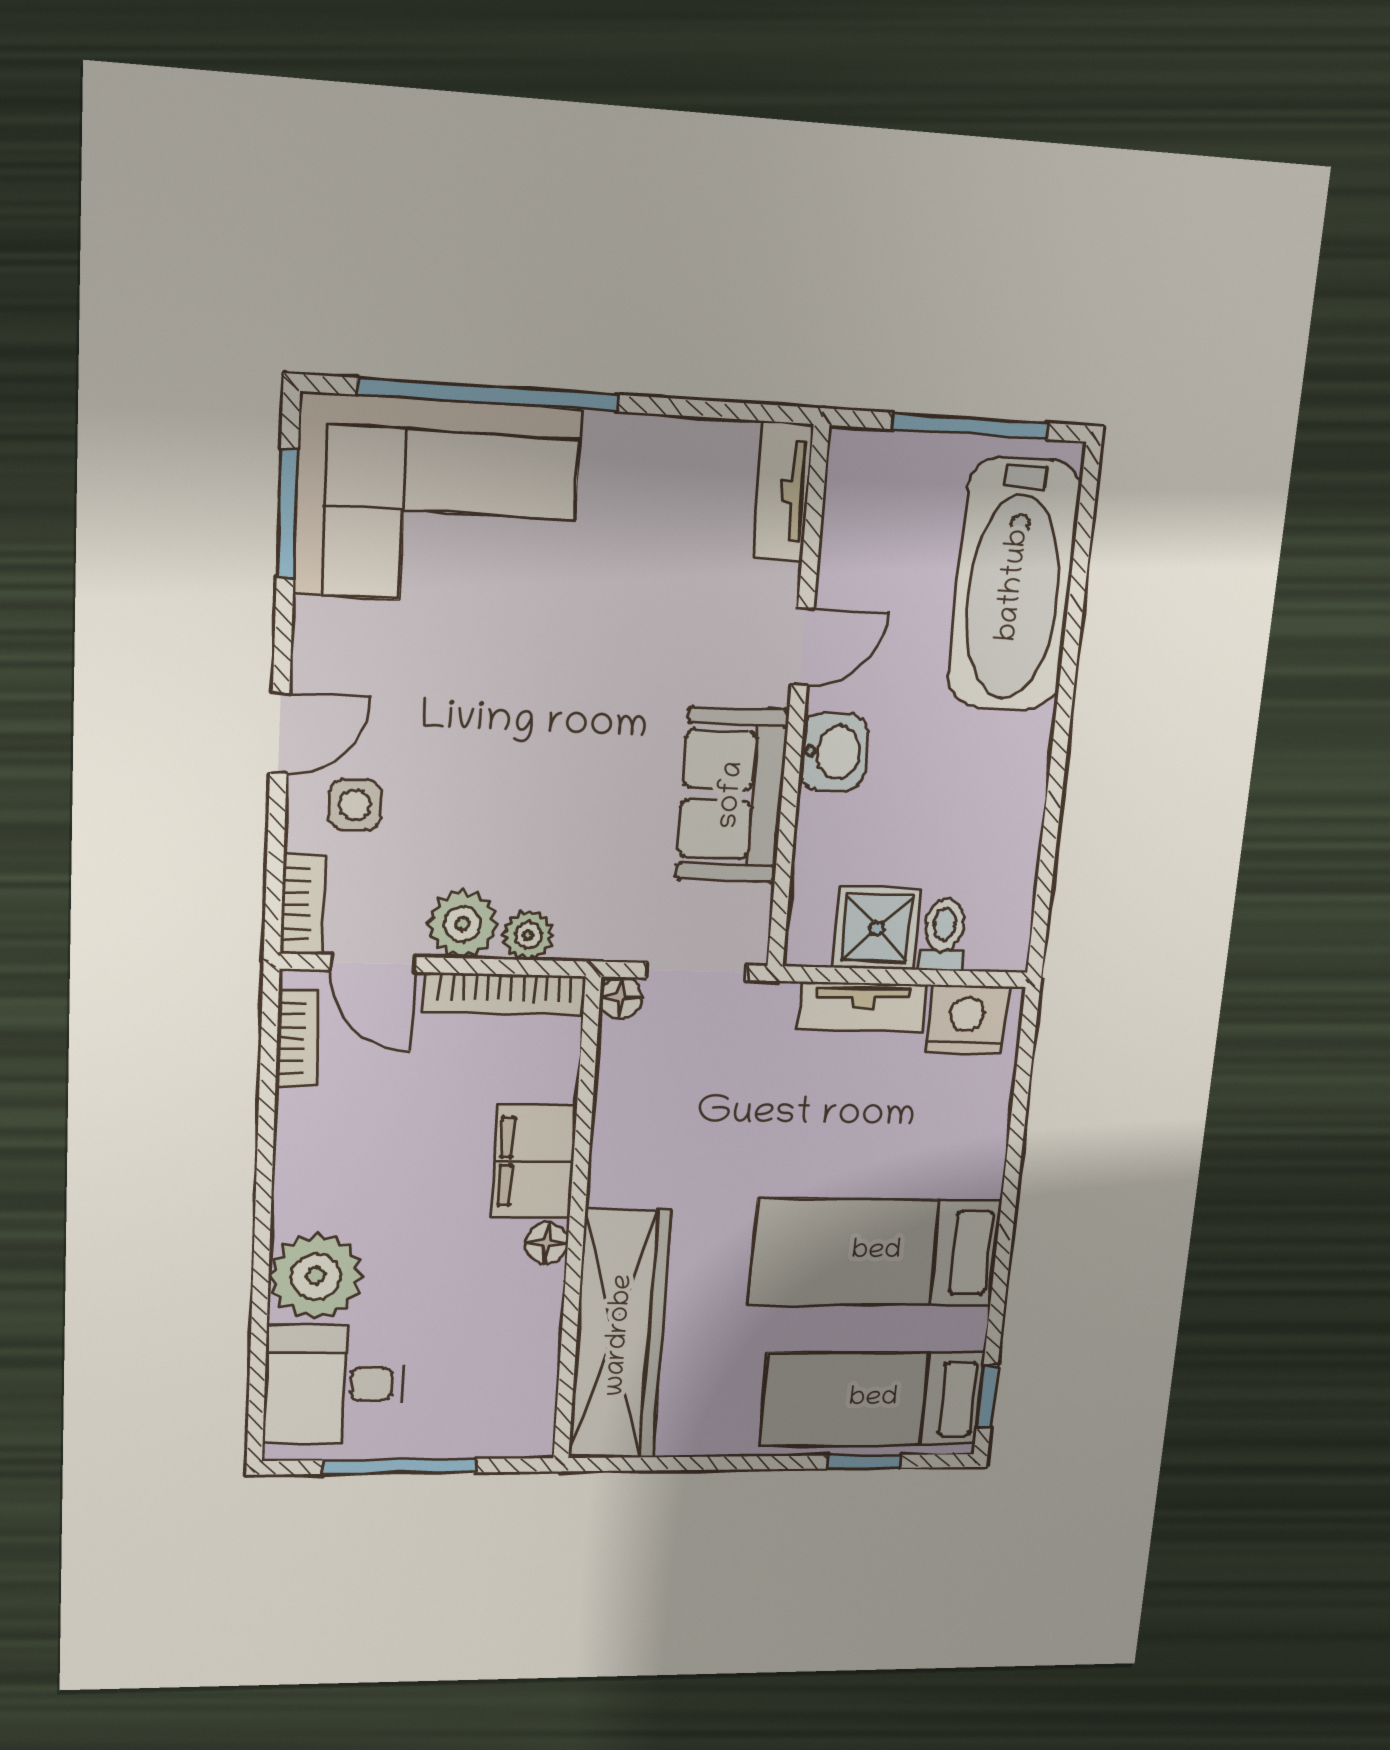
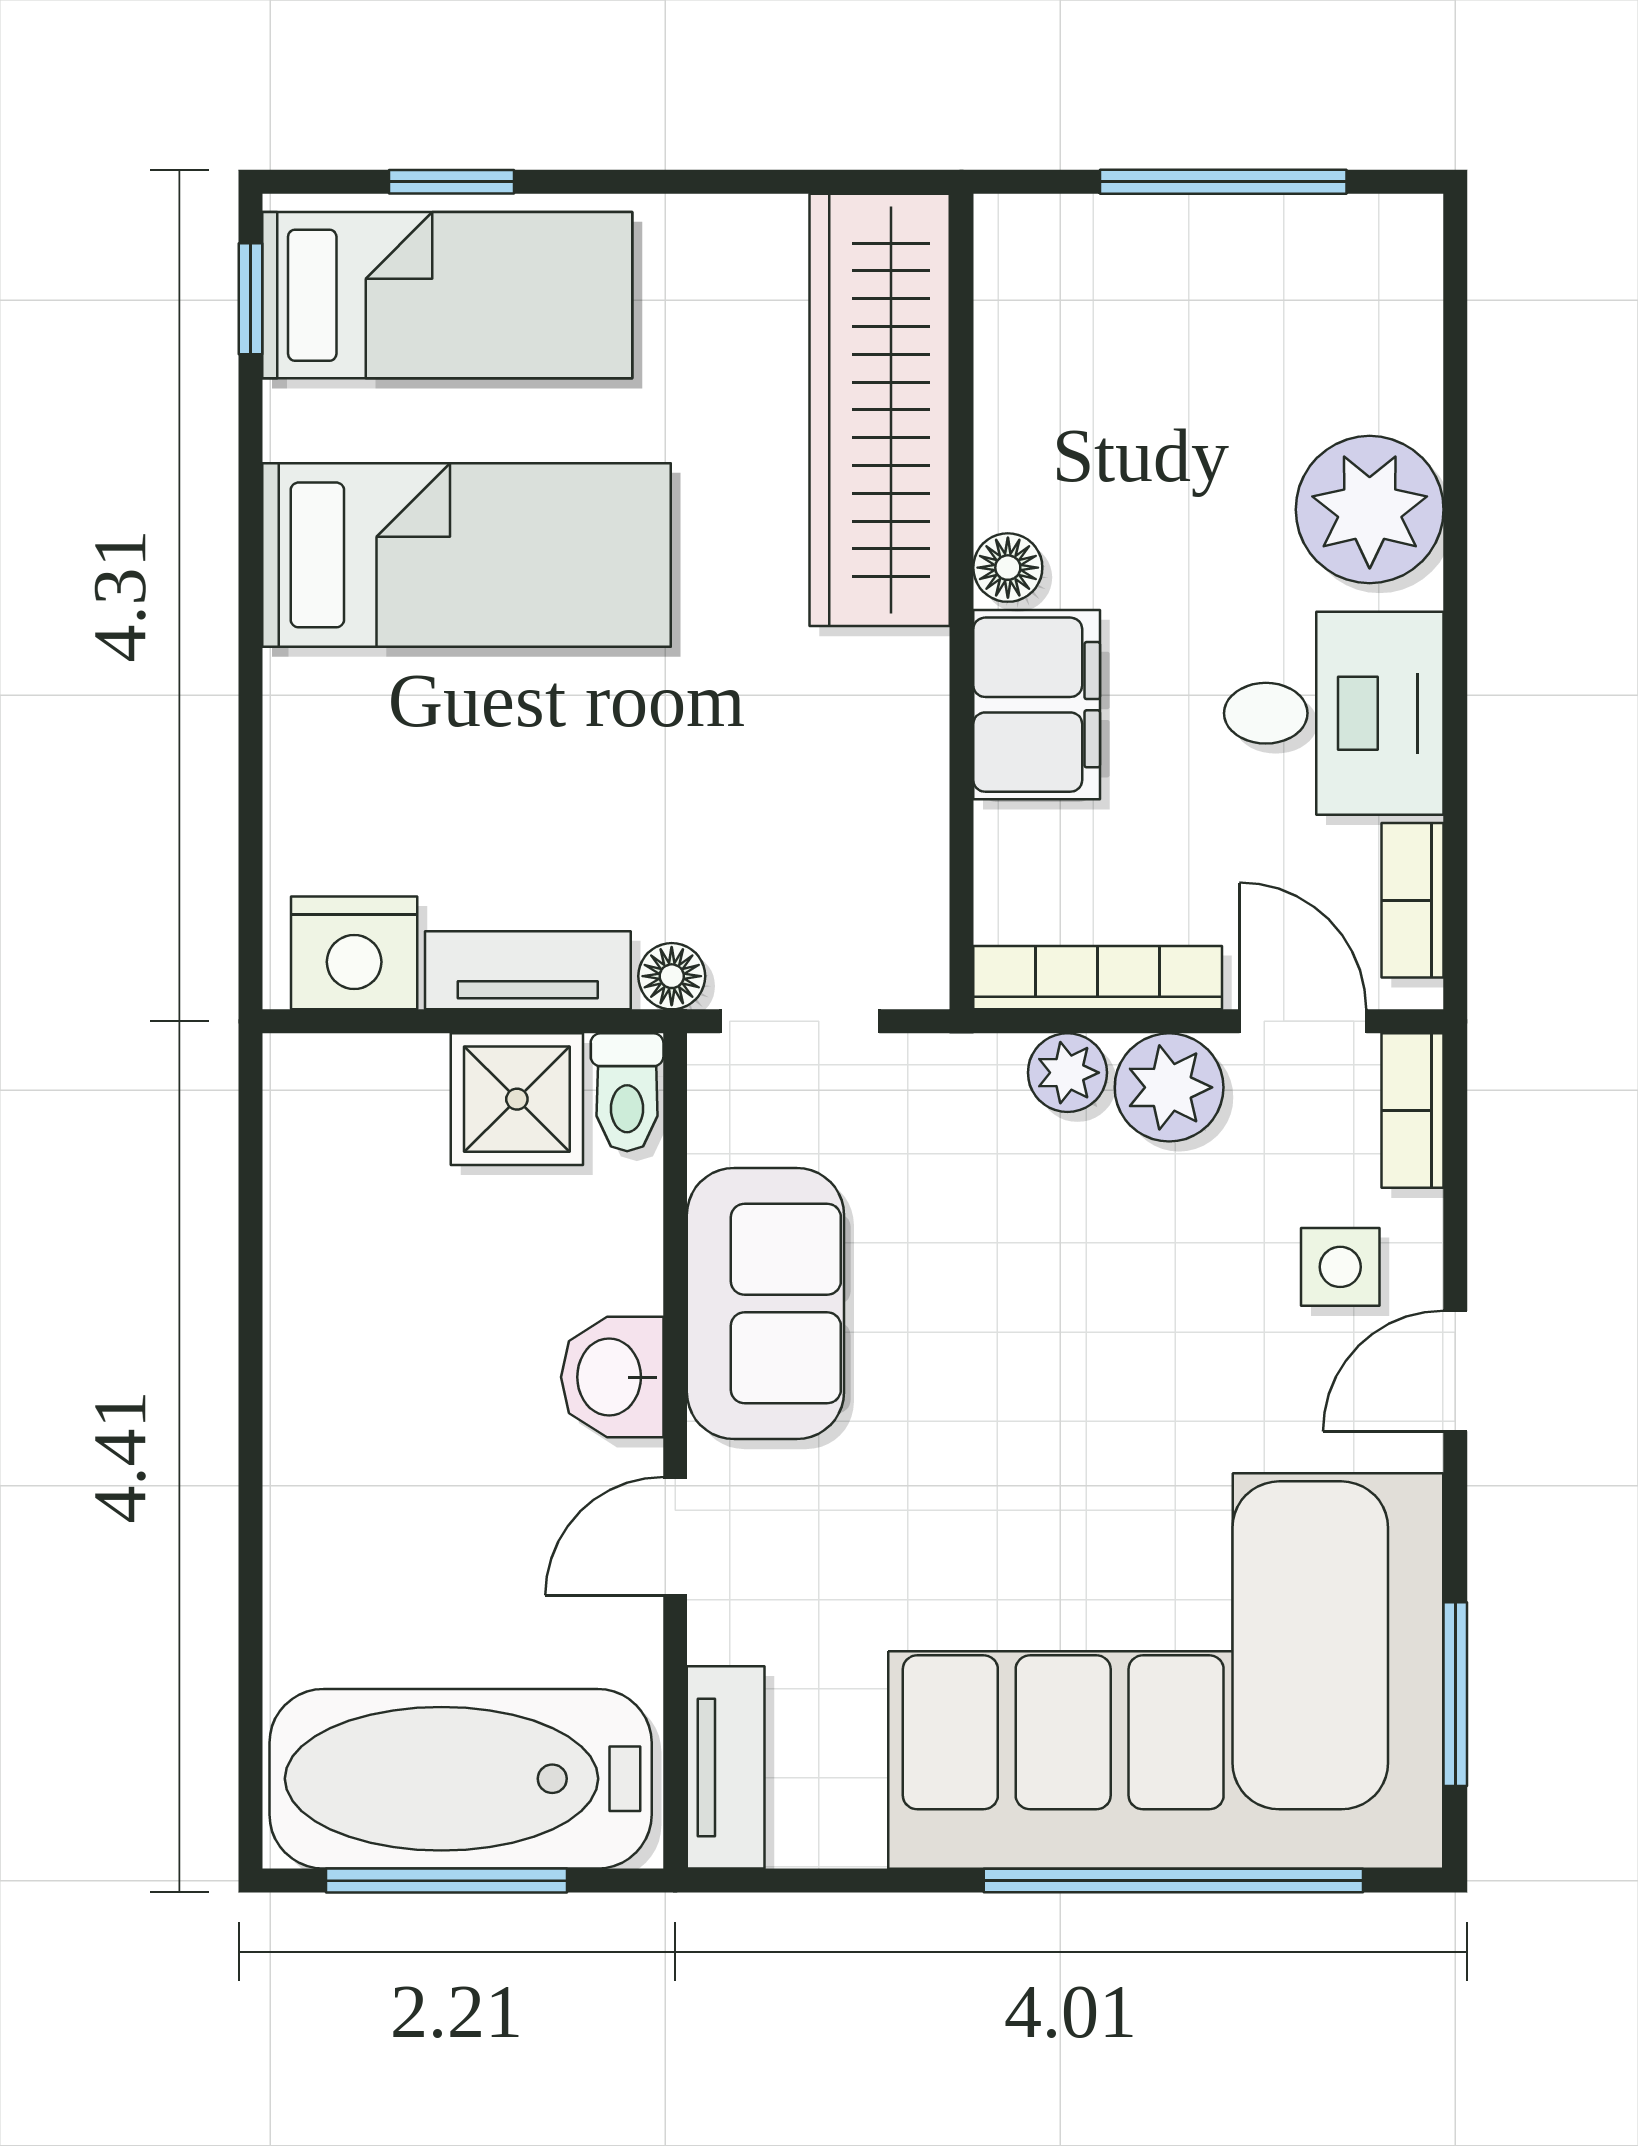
corner sofa: (437, 502) -> (1166, 1671), width x1.36, depth x1.36
bathtub: (1014, 585) -> (461, 1779), moved, turned -90
toilet: (944, 934) -> (627, 1092), moved
floor lamp: (621, 998) -> (672, 976), moved
desk: (334, 1384) -> (1334, 713), moved

